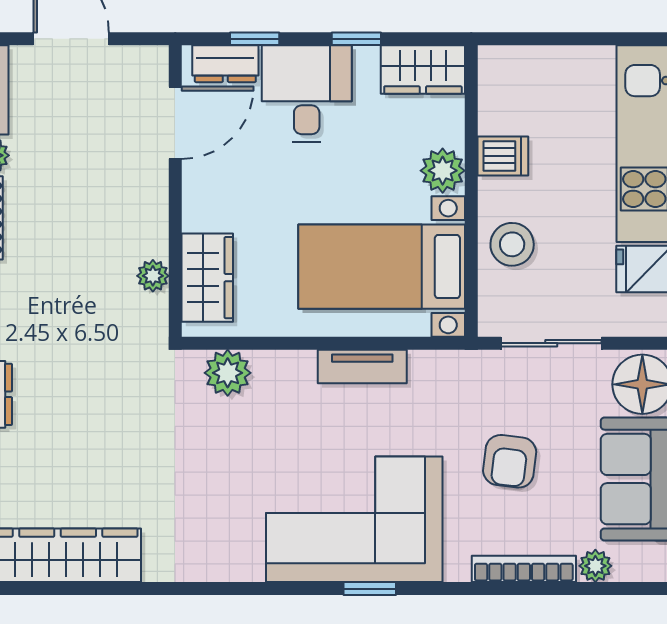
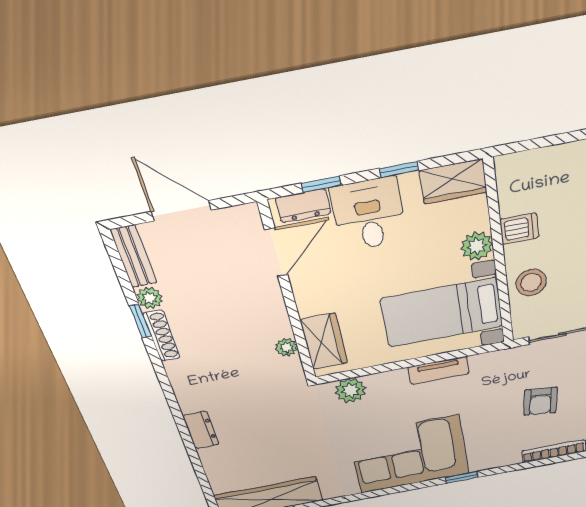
corner sofa: (354, 519) -> (409, 455), moved

